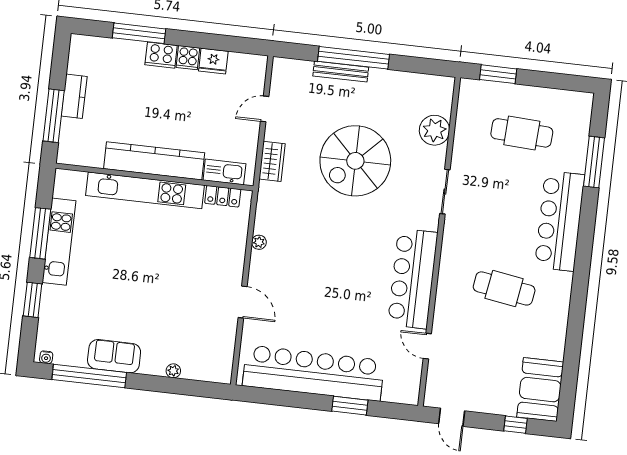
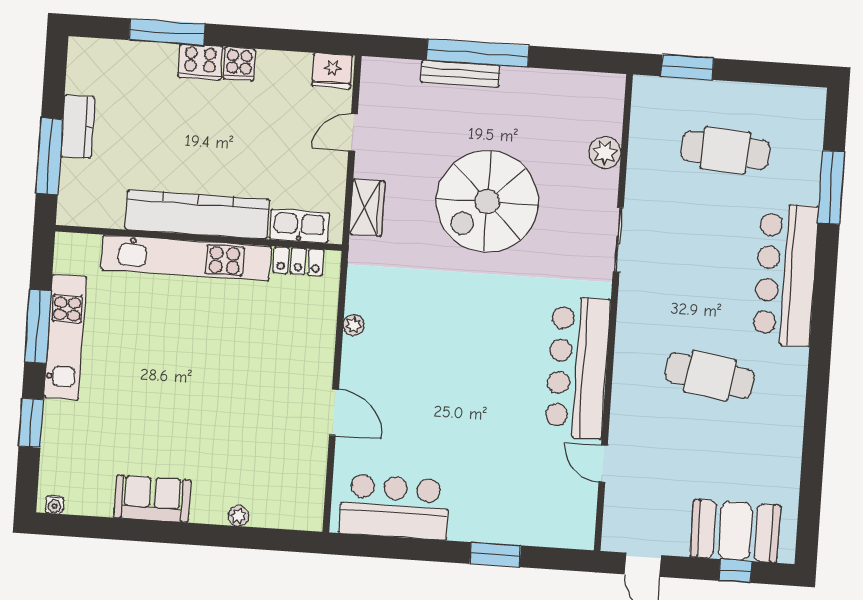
fridge: (213, 61) -> (332, 71), moved
plant: (434, 130) -> (605, 153), width x0.73, depth x0.73
bar counter: (313, 373) -> (394, 507), width x0.54
window: (89, 376) -> (118, 529), removed
booth: (540, 390) -> (735, 531), moved, turned 90

